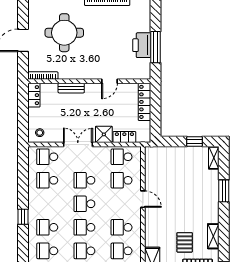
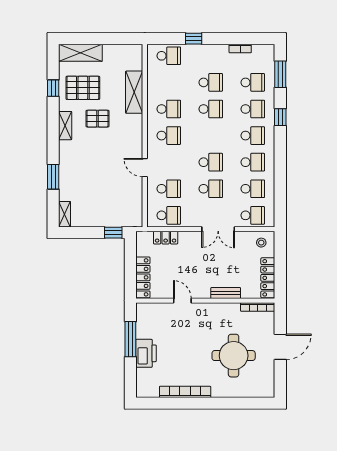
printer: (142, 45) -> (146, 353), moved
door: (110, 81) -> (182, 301), hinge flipped
locker: (34, 95) -> (268, 278), width x1.53
shower: (104, 134) -> (189, 241), removed
window: (194, 142) -> (113, 233), moved
window: (23, 217) -> (280, 117), moved
school desk: (84, 227) -> (253, 162), moved
pallet: (185, 242) -> (97, 119), turned 90

